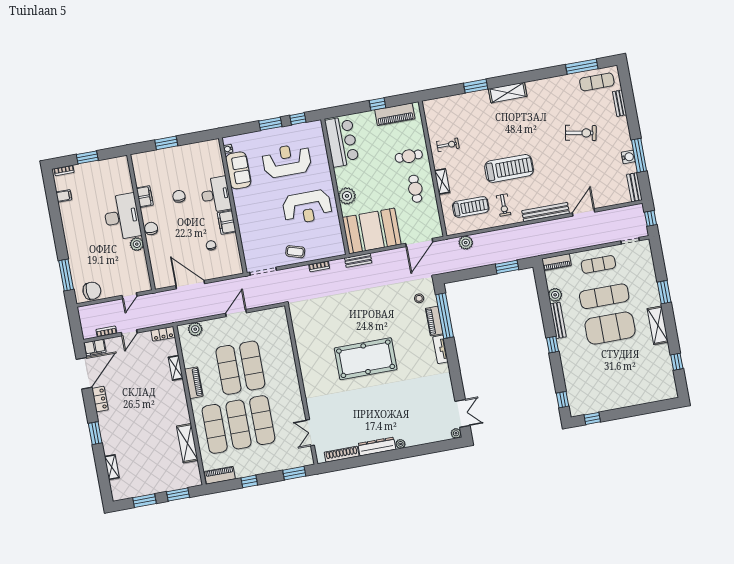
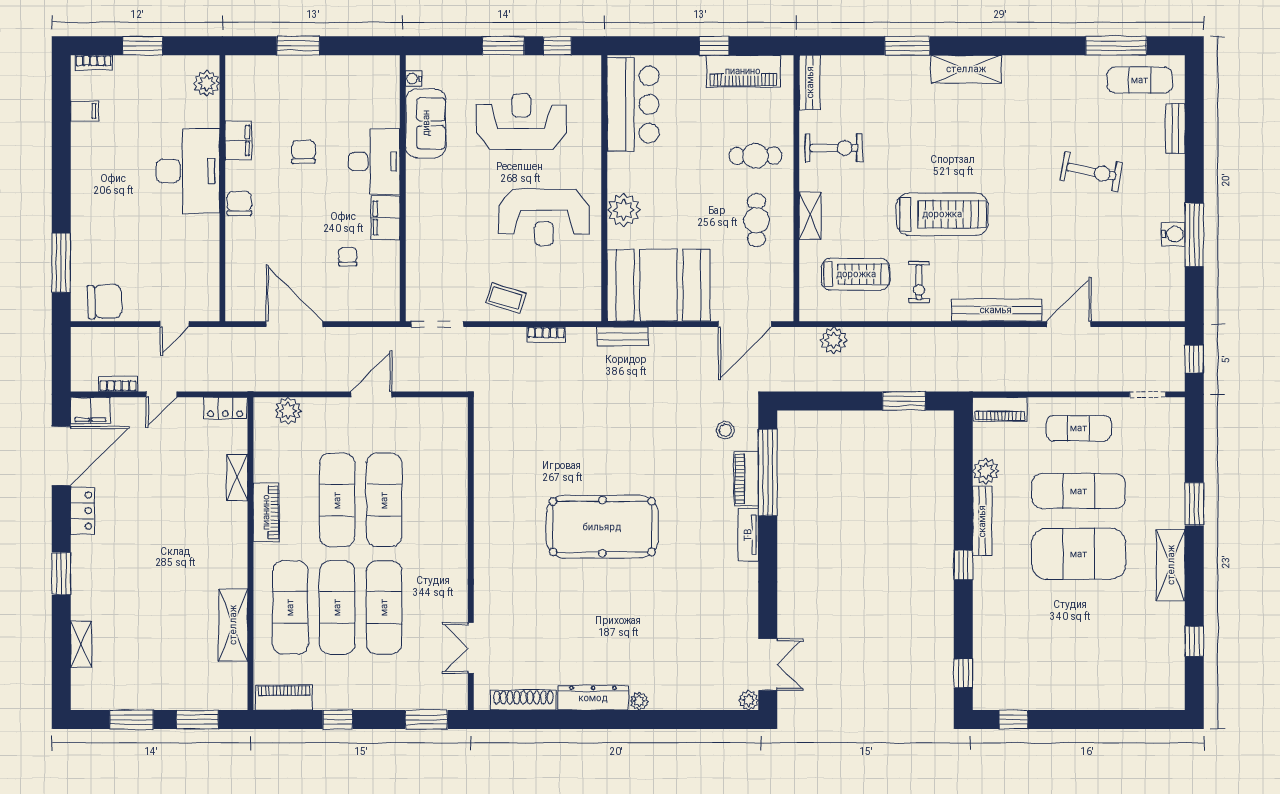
exercise bike: (448, 145) -> (834, 148), width x1.38, depth x1.39
bench: (634, 187) -> (810, 82), moved
plant: (137, 244) -> (207, 83), moved

